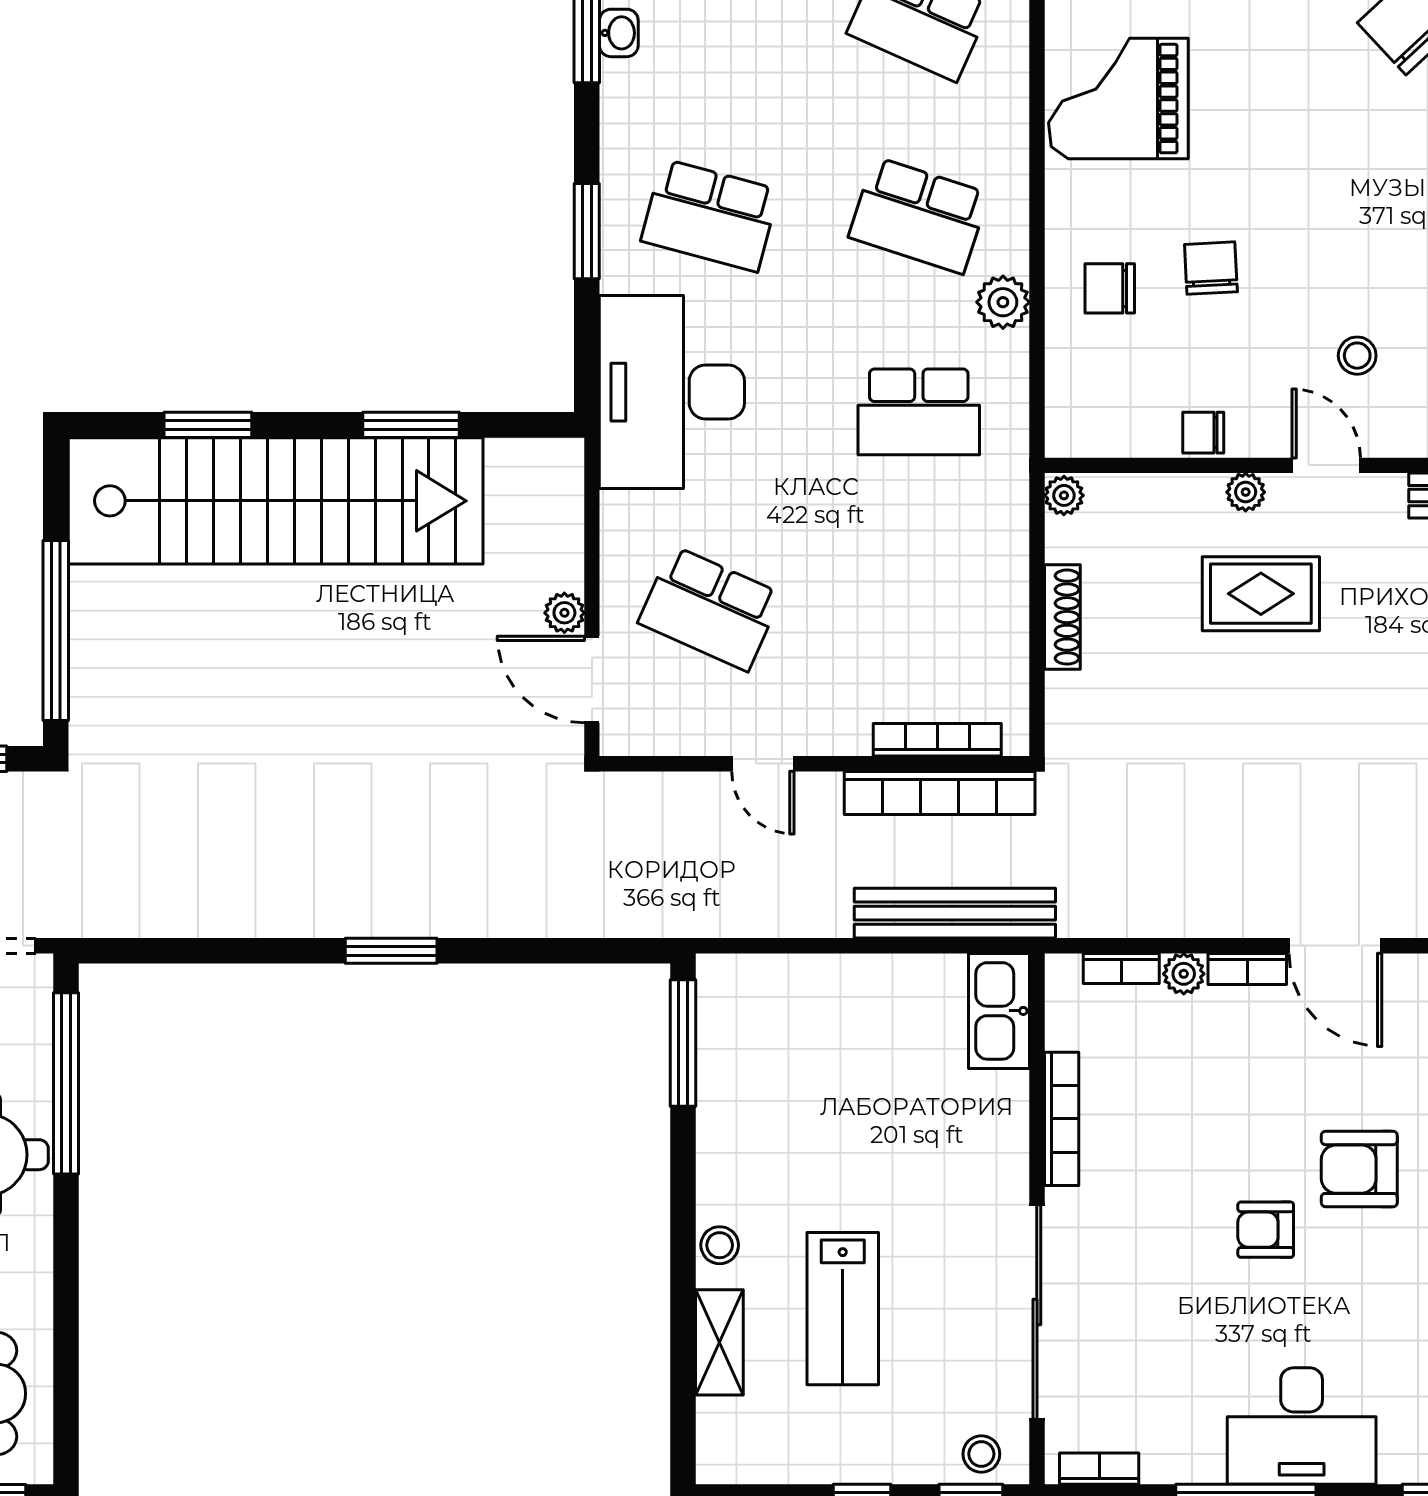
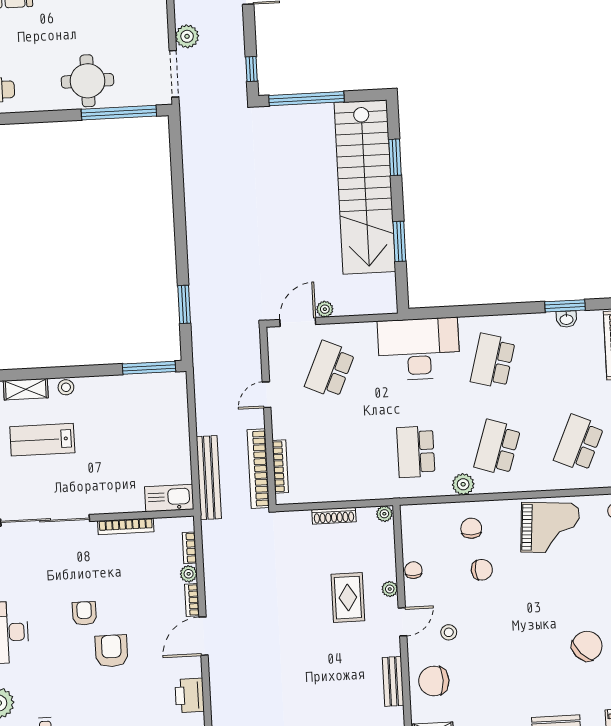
grand piano: (1118, 99) -> (550, 528), turned 94
window: (587, 231) -> (484, 310), removed
window: (391, 951) -> (184, 304), moved

